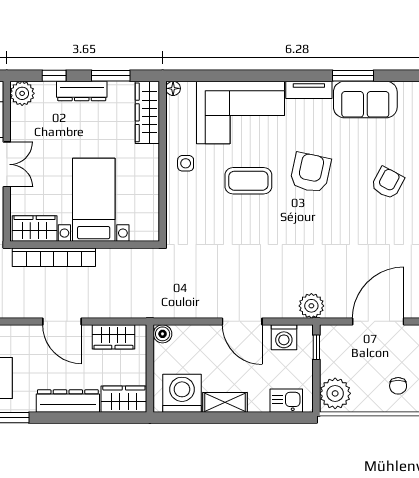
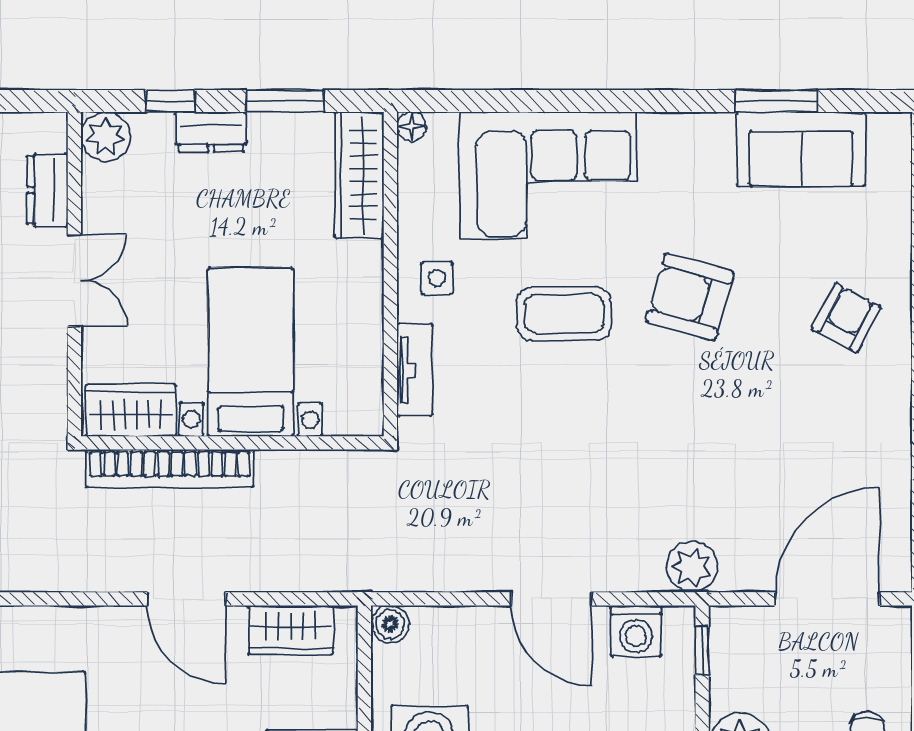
tv unit: (309, 90) -> (415, 370), moved, turned -90
dresser: (82, 91) -> (211, 132), width x0.70
armchair: (310, 173) -> (690, 297), turned -86

